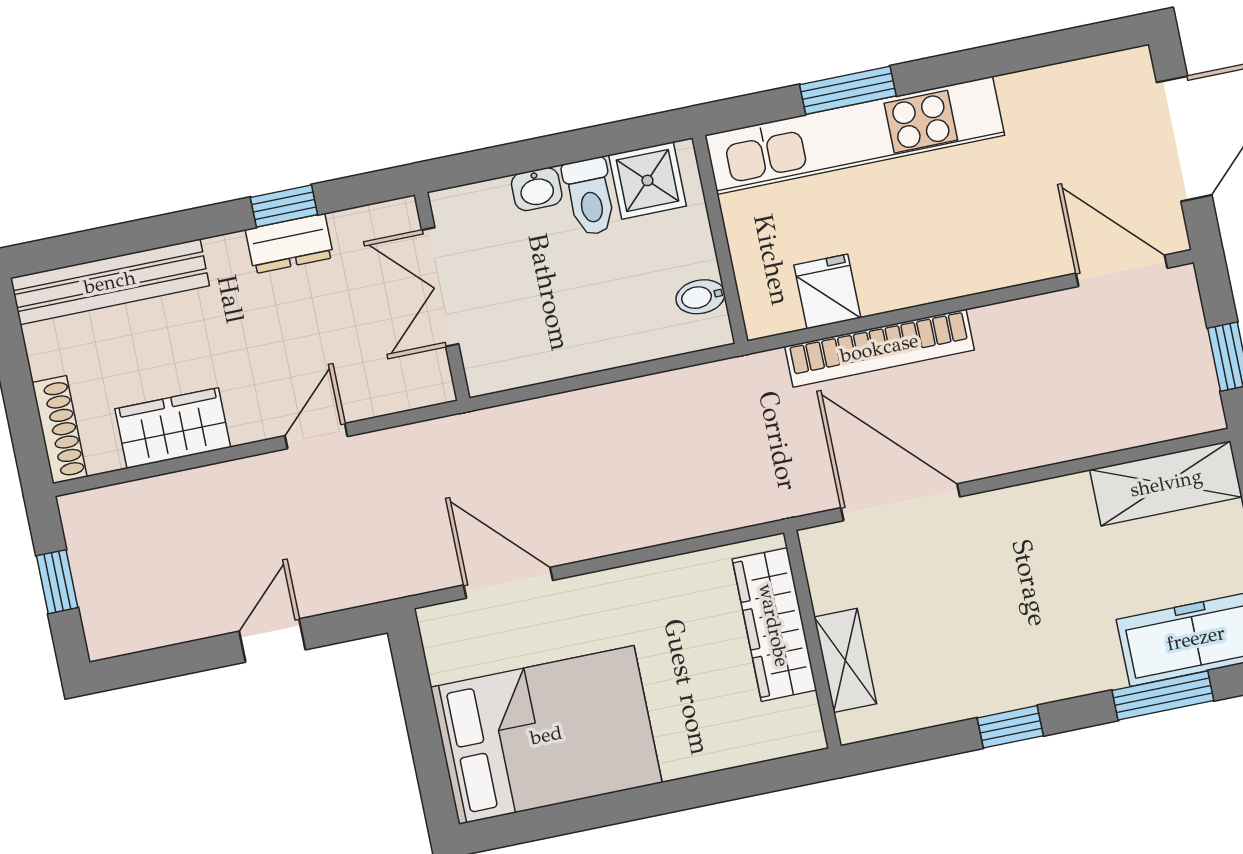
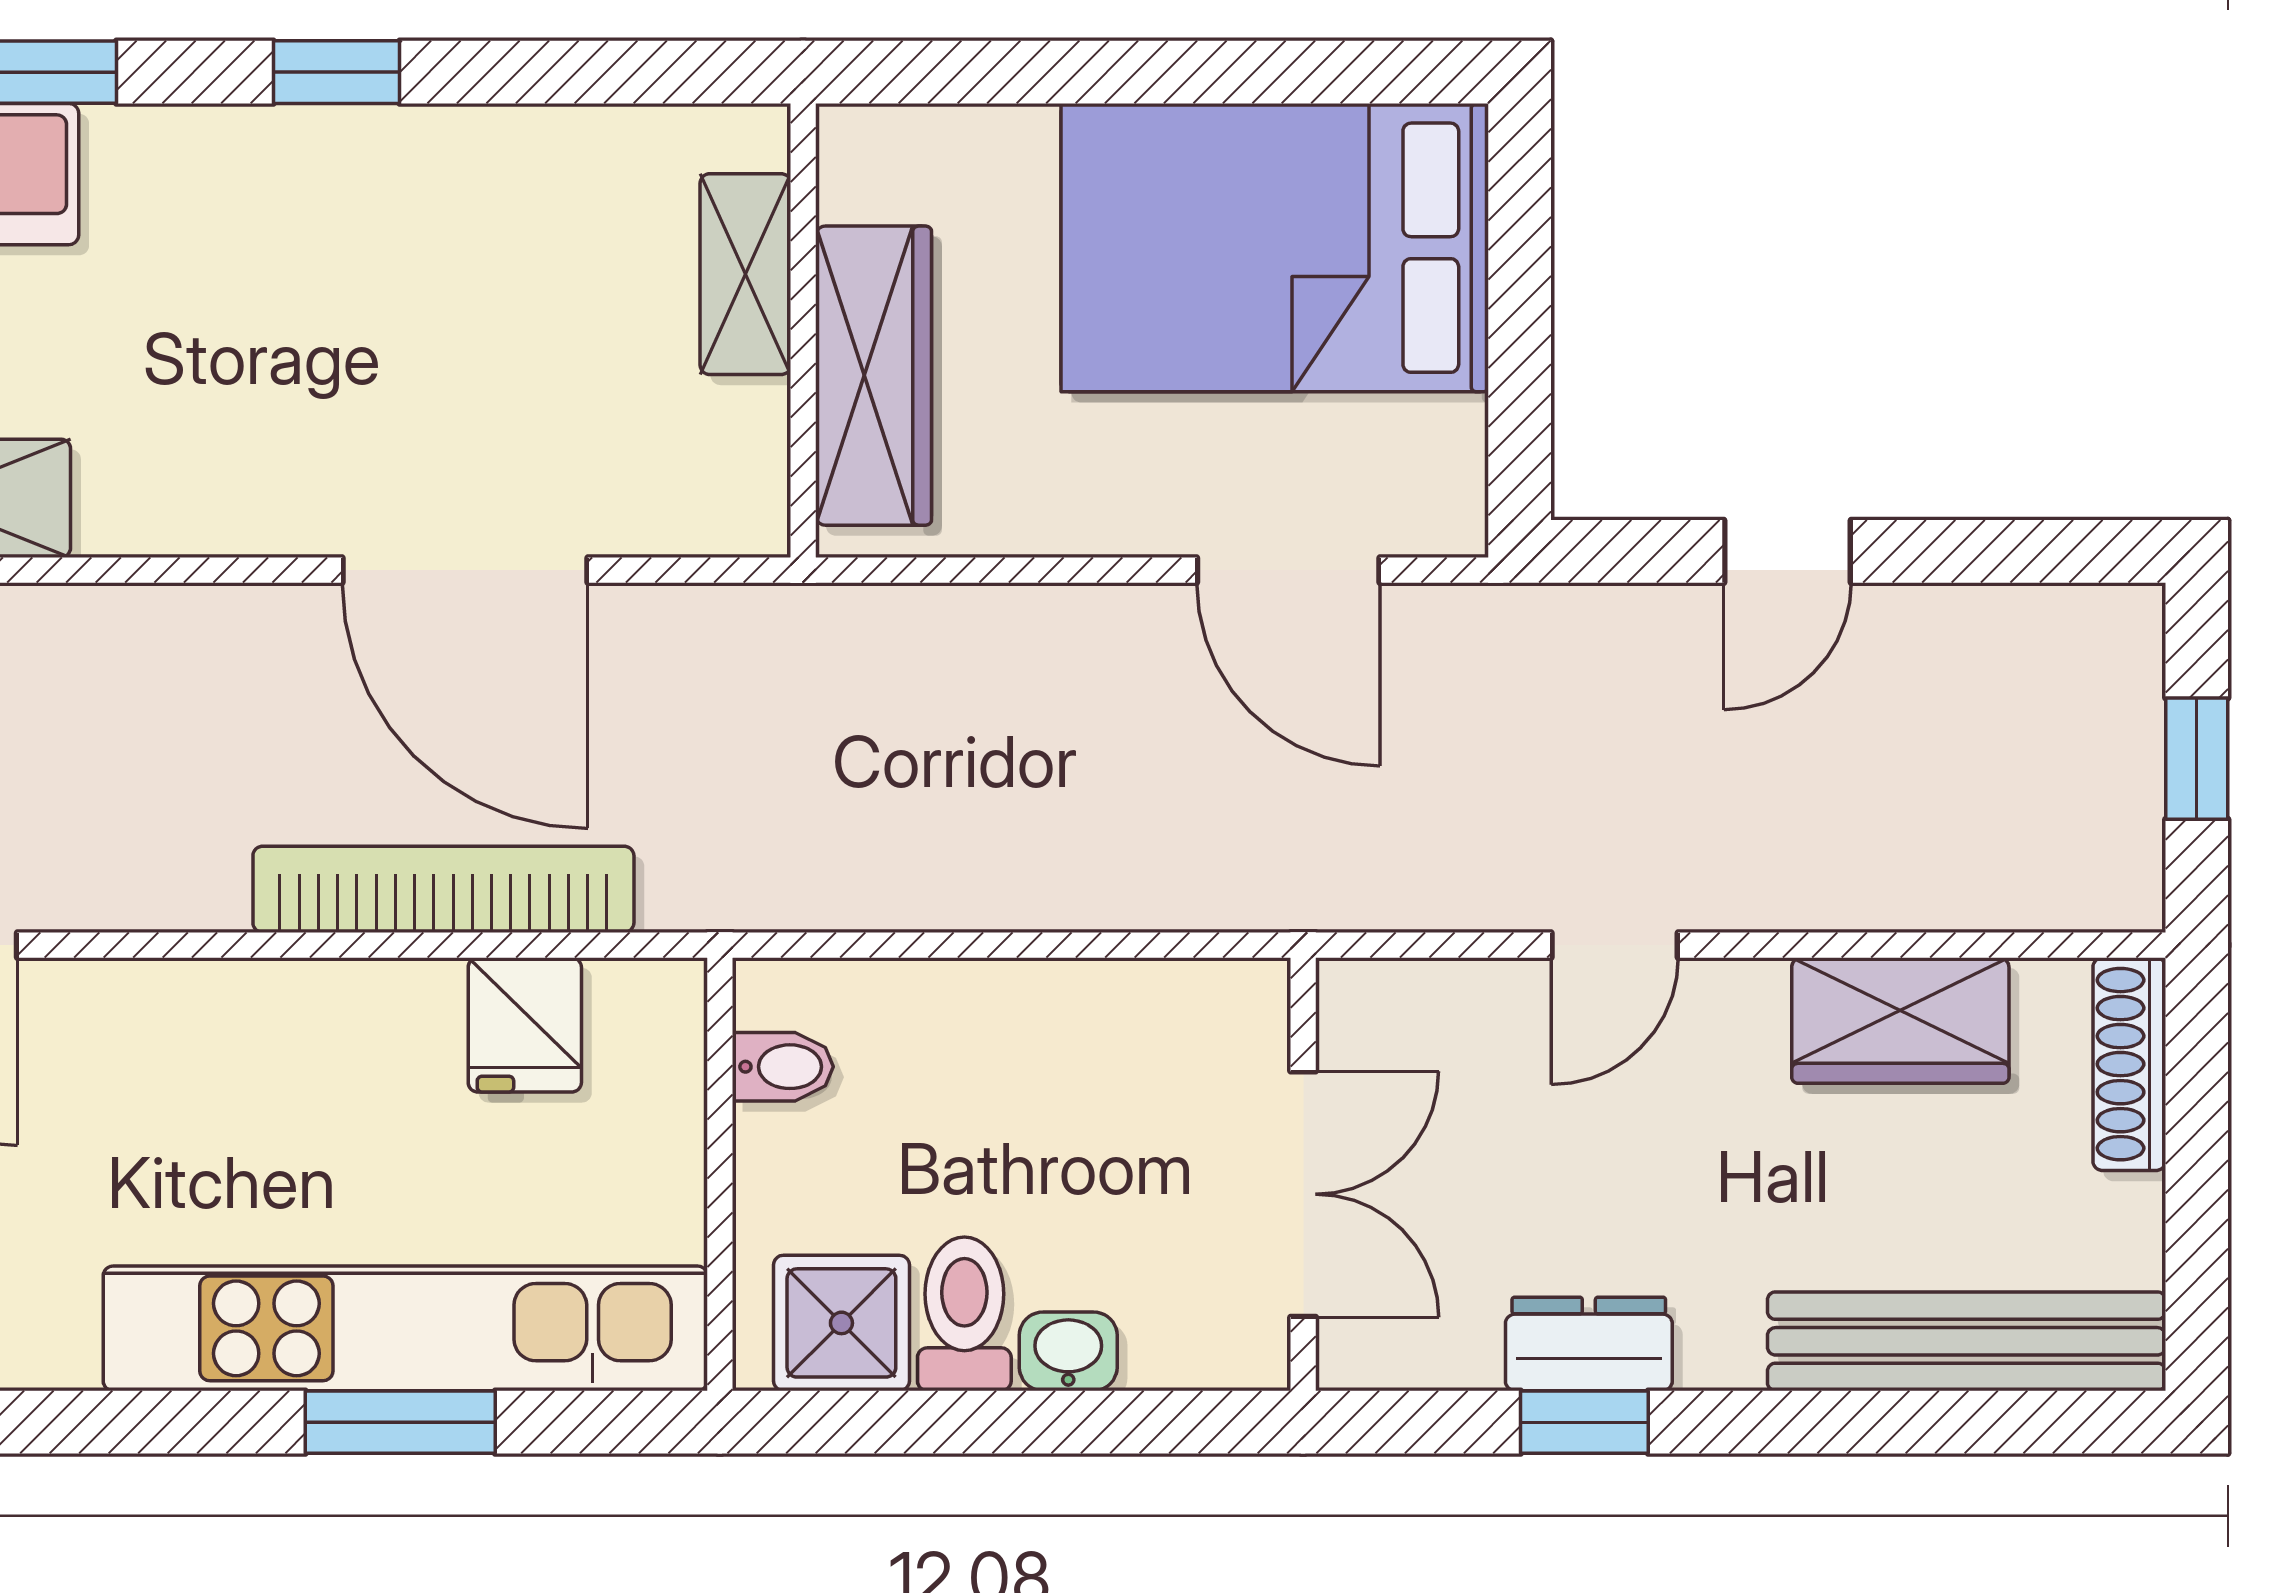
wardrobe: (774, 625) -> (874, 376), moved
wall: (812, 639) -> (803, 330), moved
shelving: (845, 660) -> (745, 274), moved

